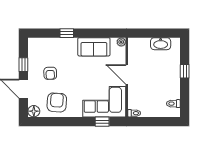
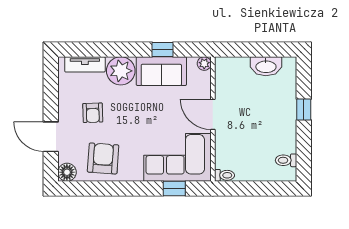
window: (67, 33) -> (162, 50), moved
tv unit: (45, 43) -> (85, 64), added
plant: (68, 47) -> (121, 71), added
window: (23, 65) -> (51, 99), removed

